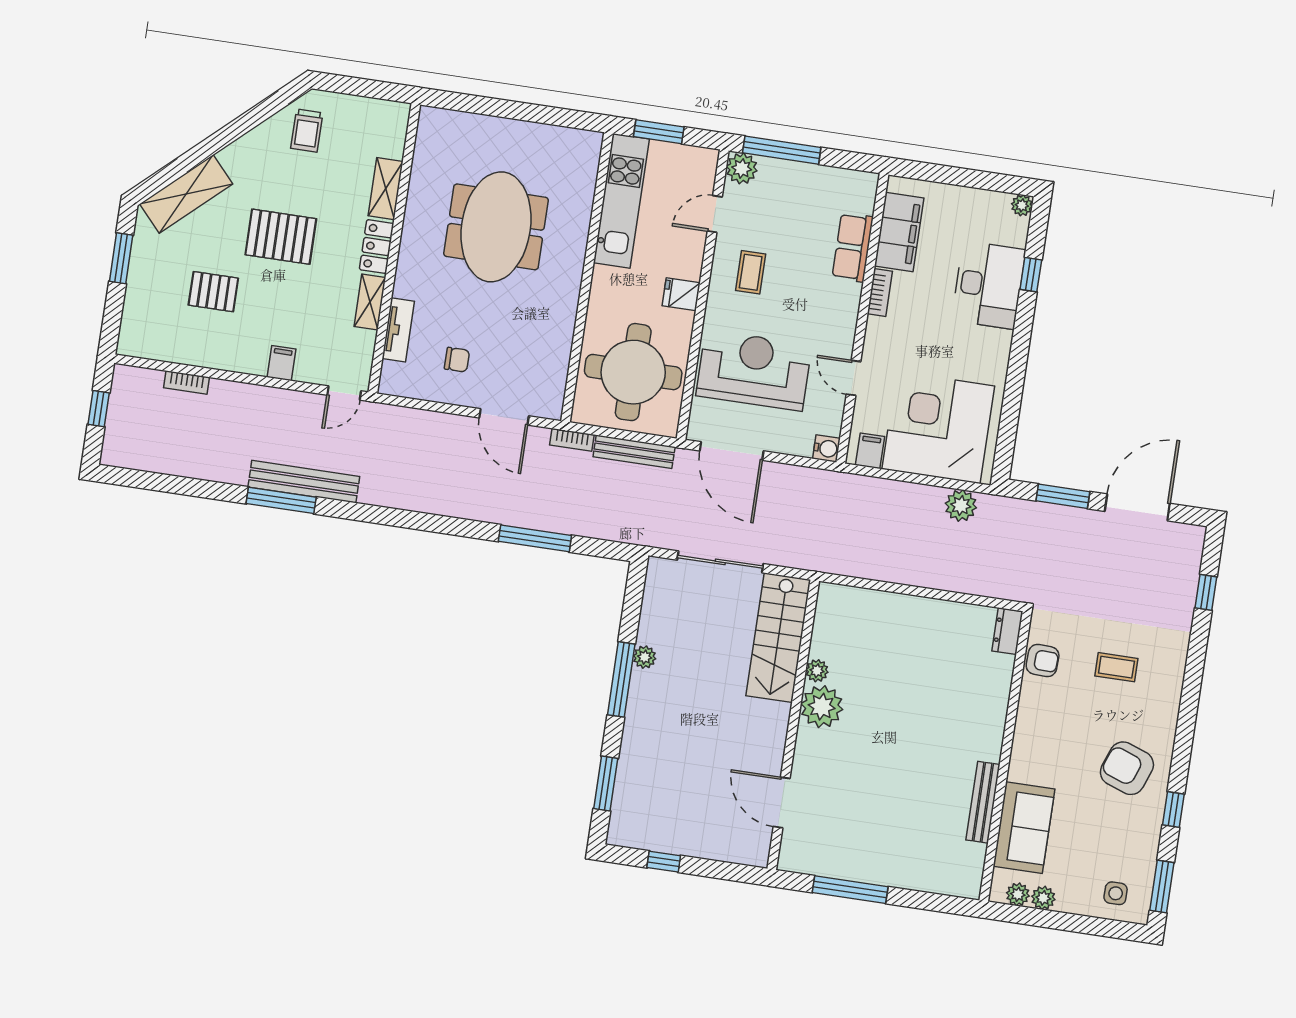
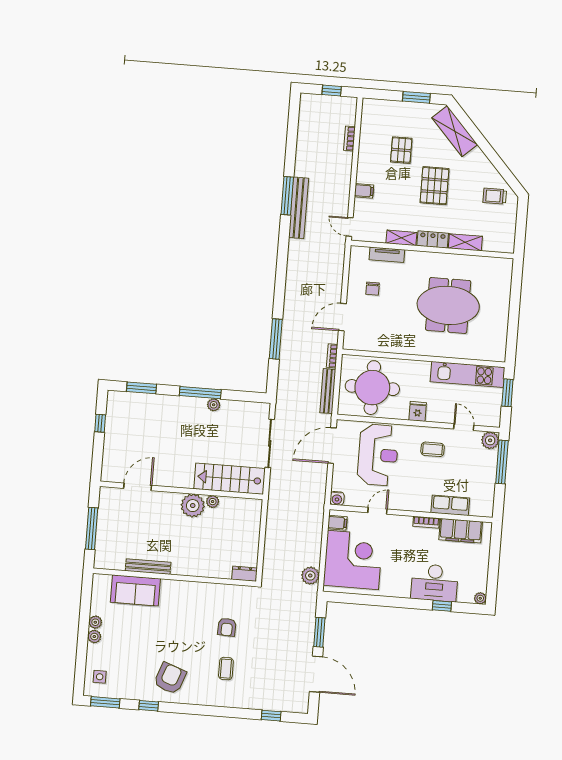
dresser: (1007, 631) -> (245, 574), moved
wall: (1005, 756) -> (174, 577), moved
bench: (983, 802) -> (148, 567), moved
sofa: (1024, 828) -> (135, 590), moved

